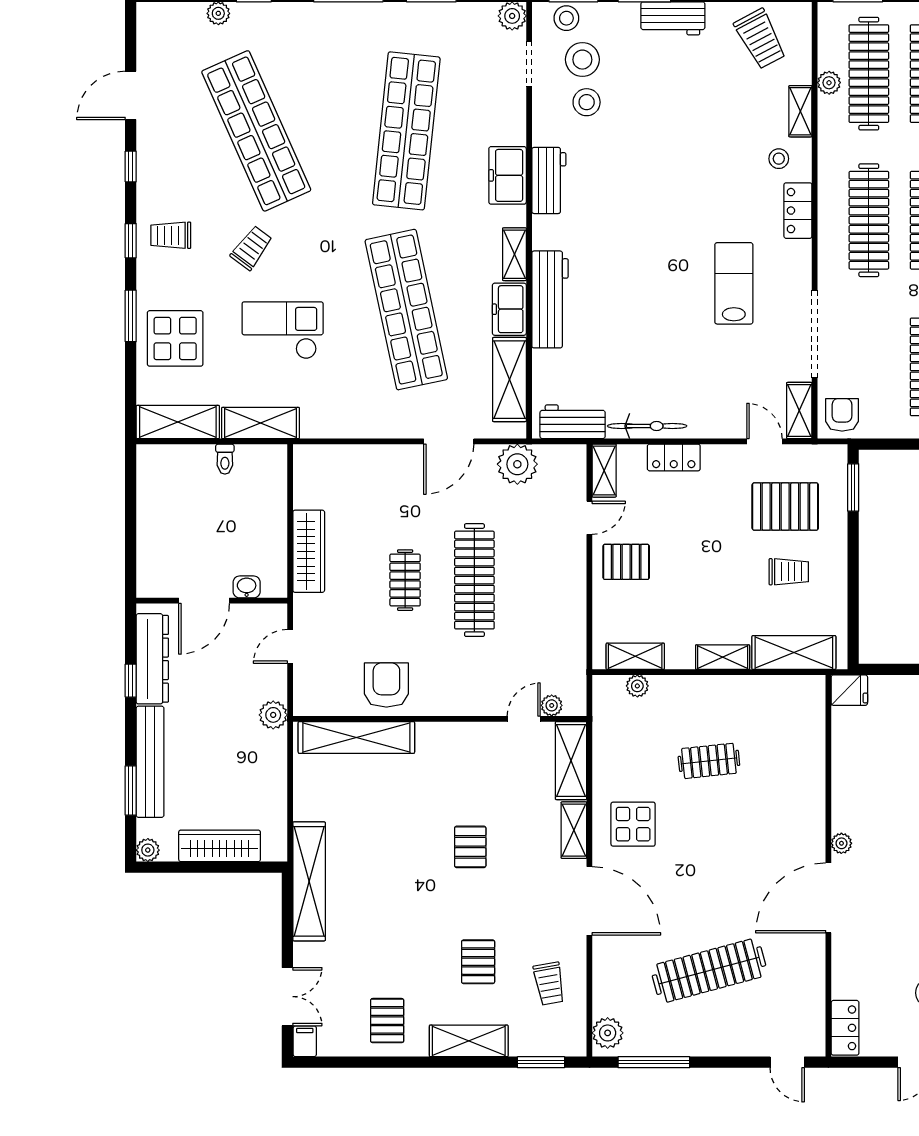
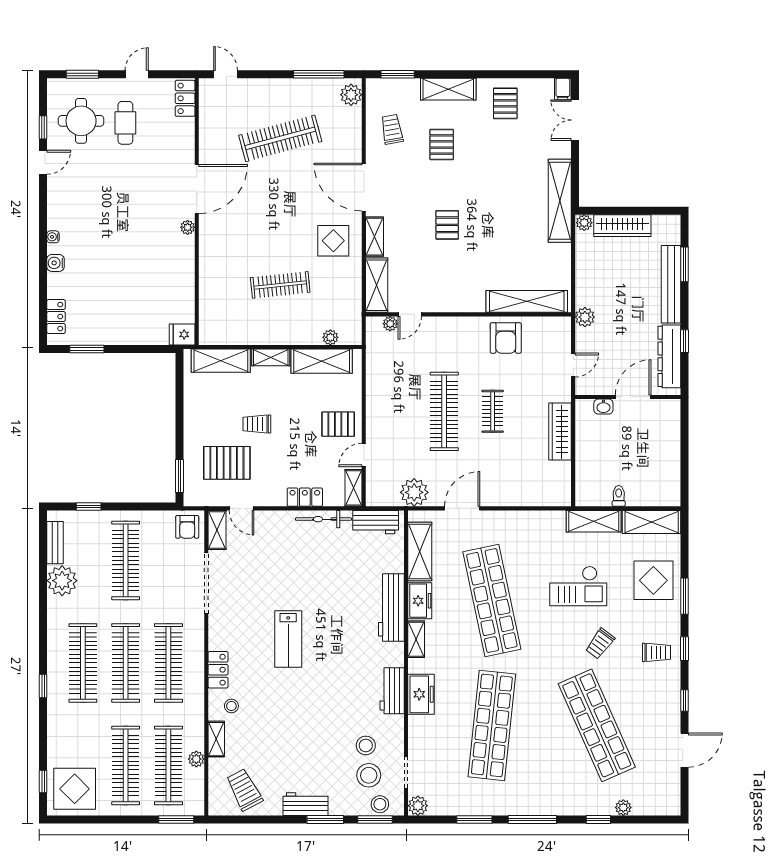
lab bench: (734, 283) -> (288, 639), moved
trolley: (789, 572) -> (257, 424), moved
shelving: (635, 656) -> (322, 361), width x1.50, depth x1.33
clothes rail: (709, 761) -> (280, 285), width x1.36
plant: (148, 850) -> (584, 223), moved

